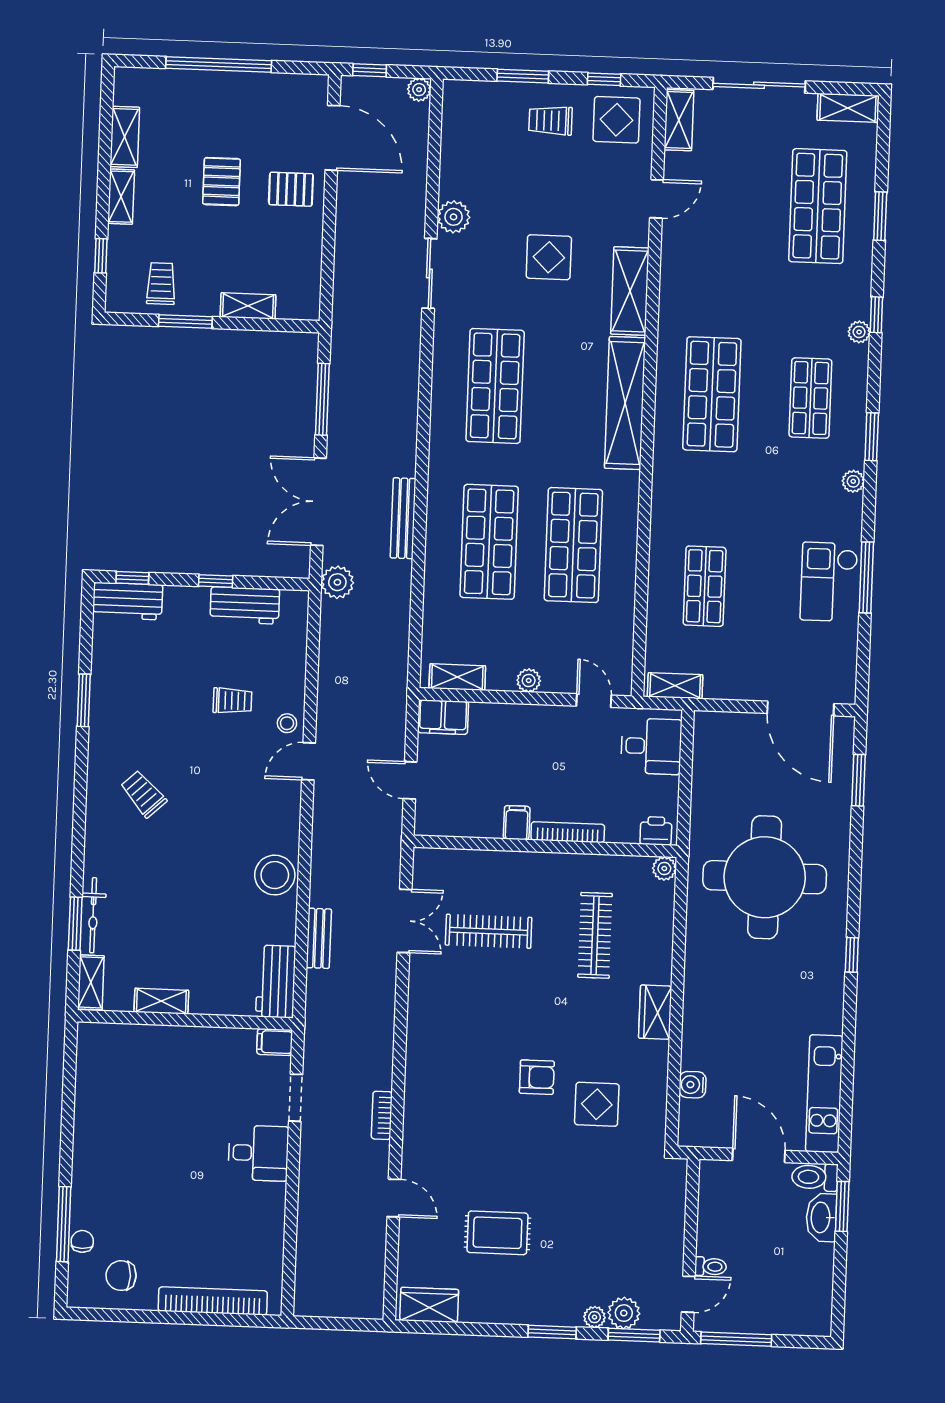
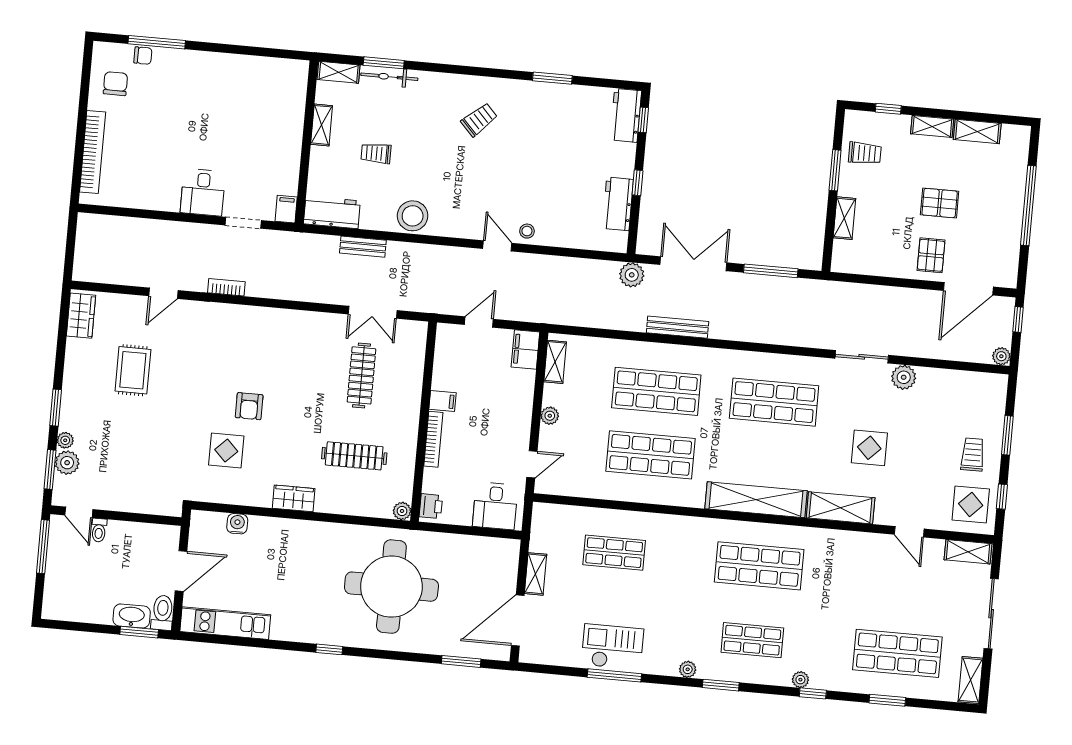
shelving: (675, 686) -> (536, 574), moved
trolley: (232, 701) -> (376, 153), moved, turned 90

